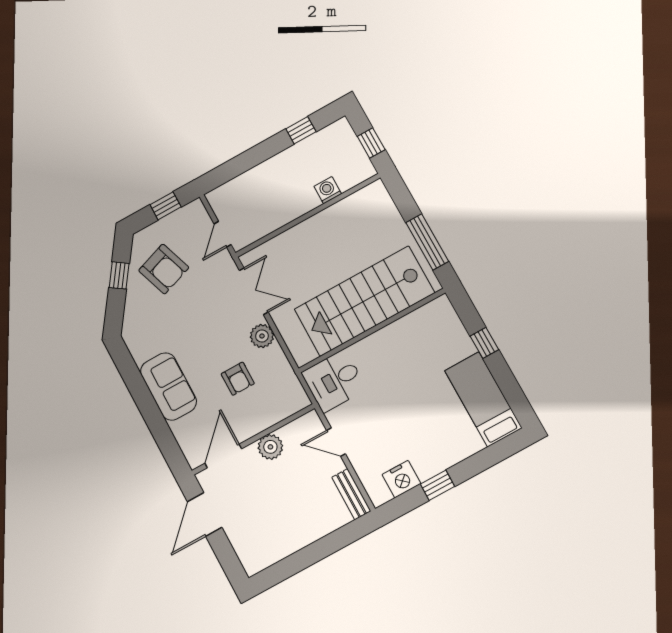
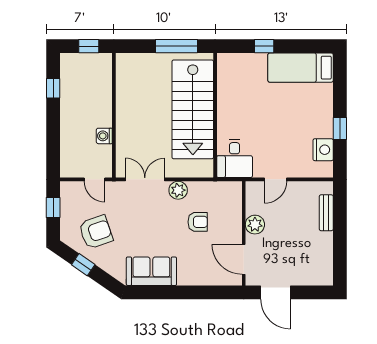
washing machine: (328, 190) -> (104, 136), moved
sofa: (168, 386) -> (151, 271), moved
bench: (351, 494) -> (326, 213), moved, turned 90

